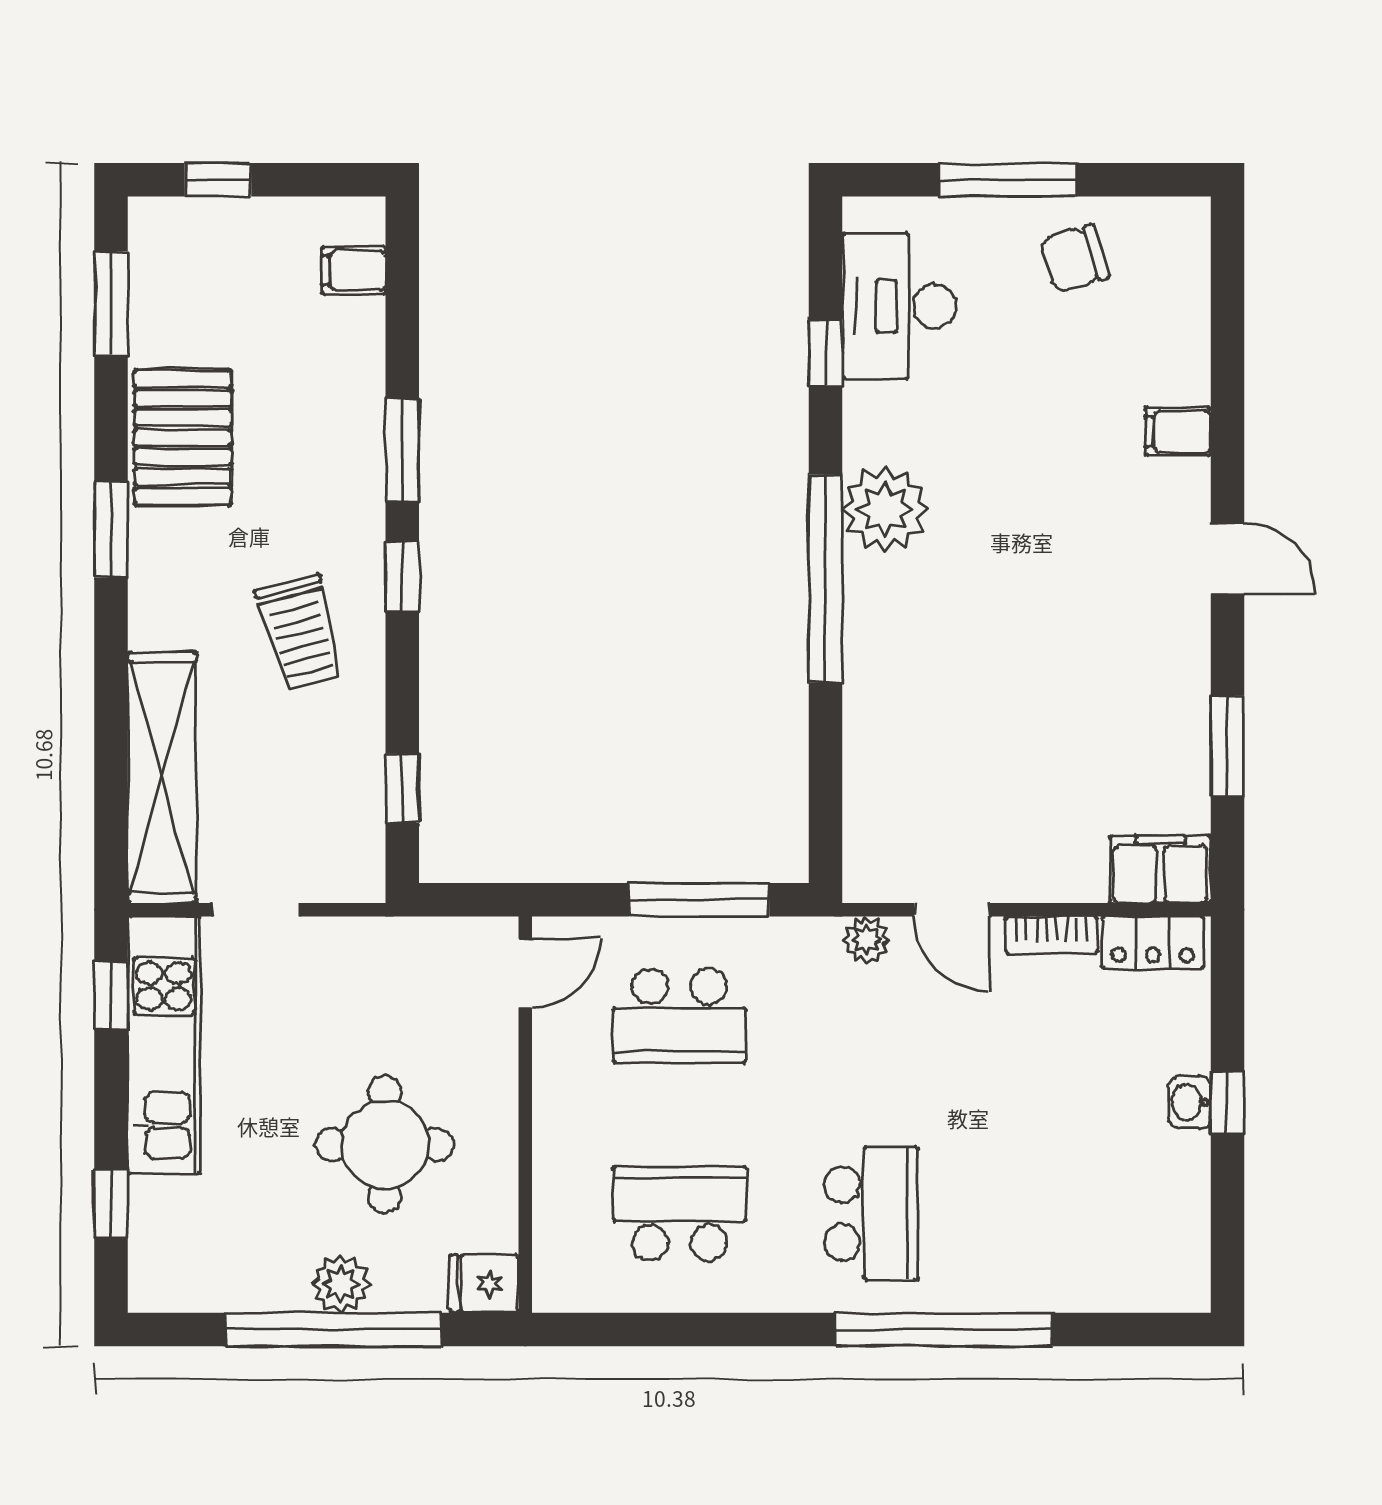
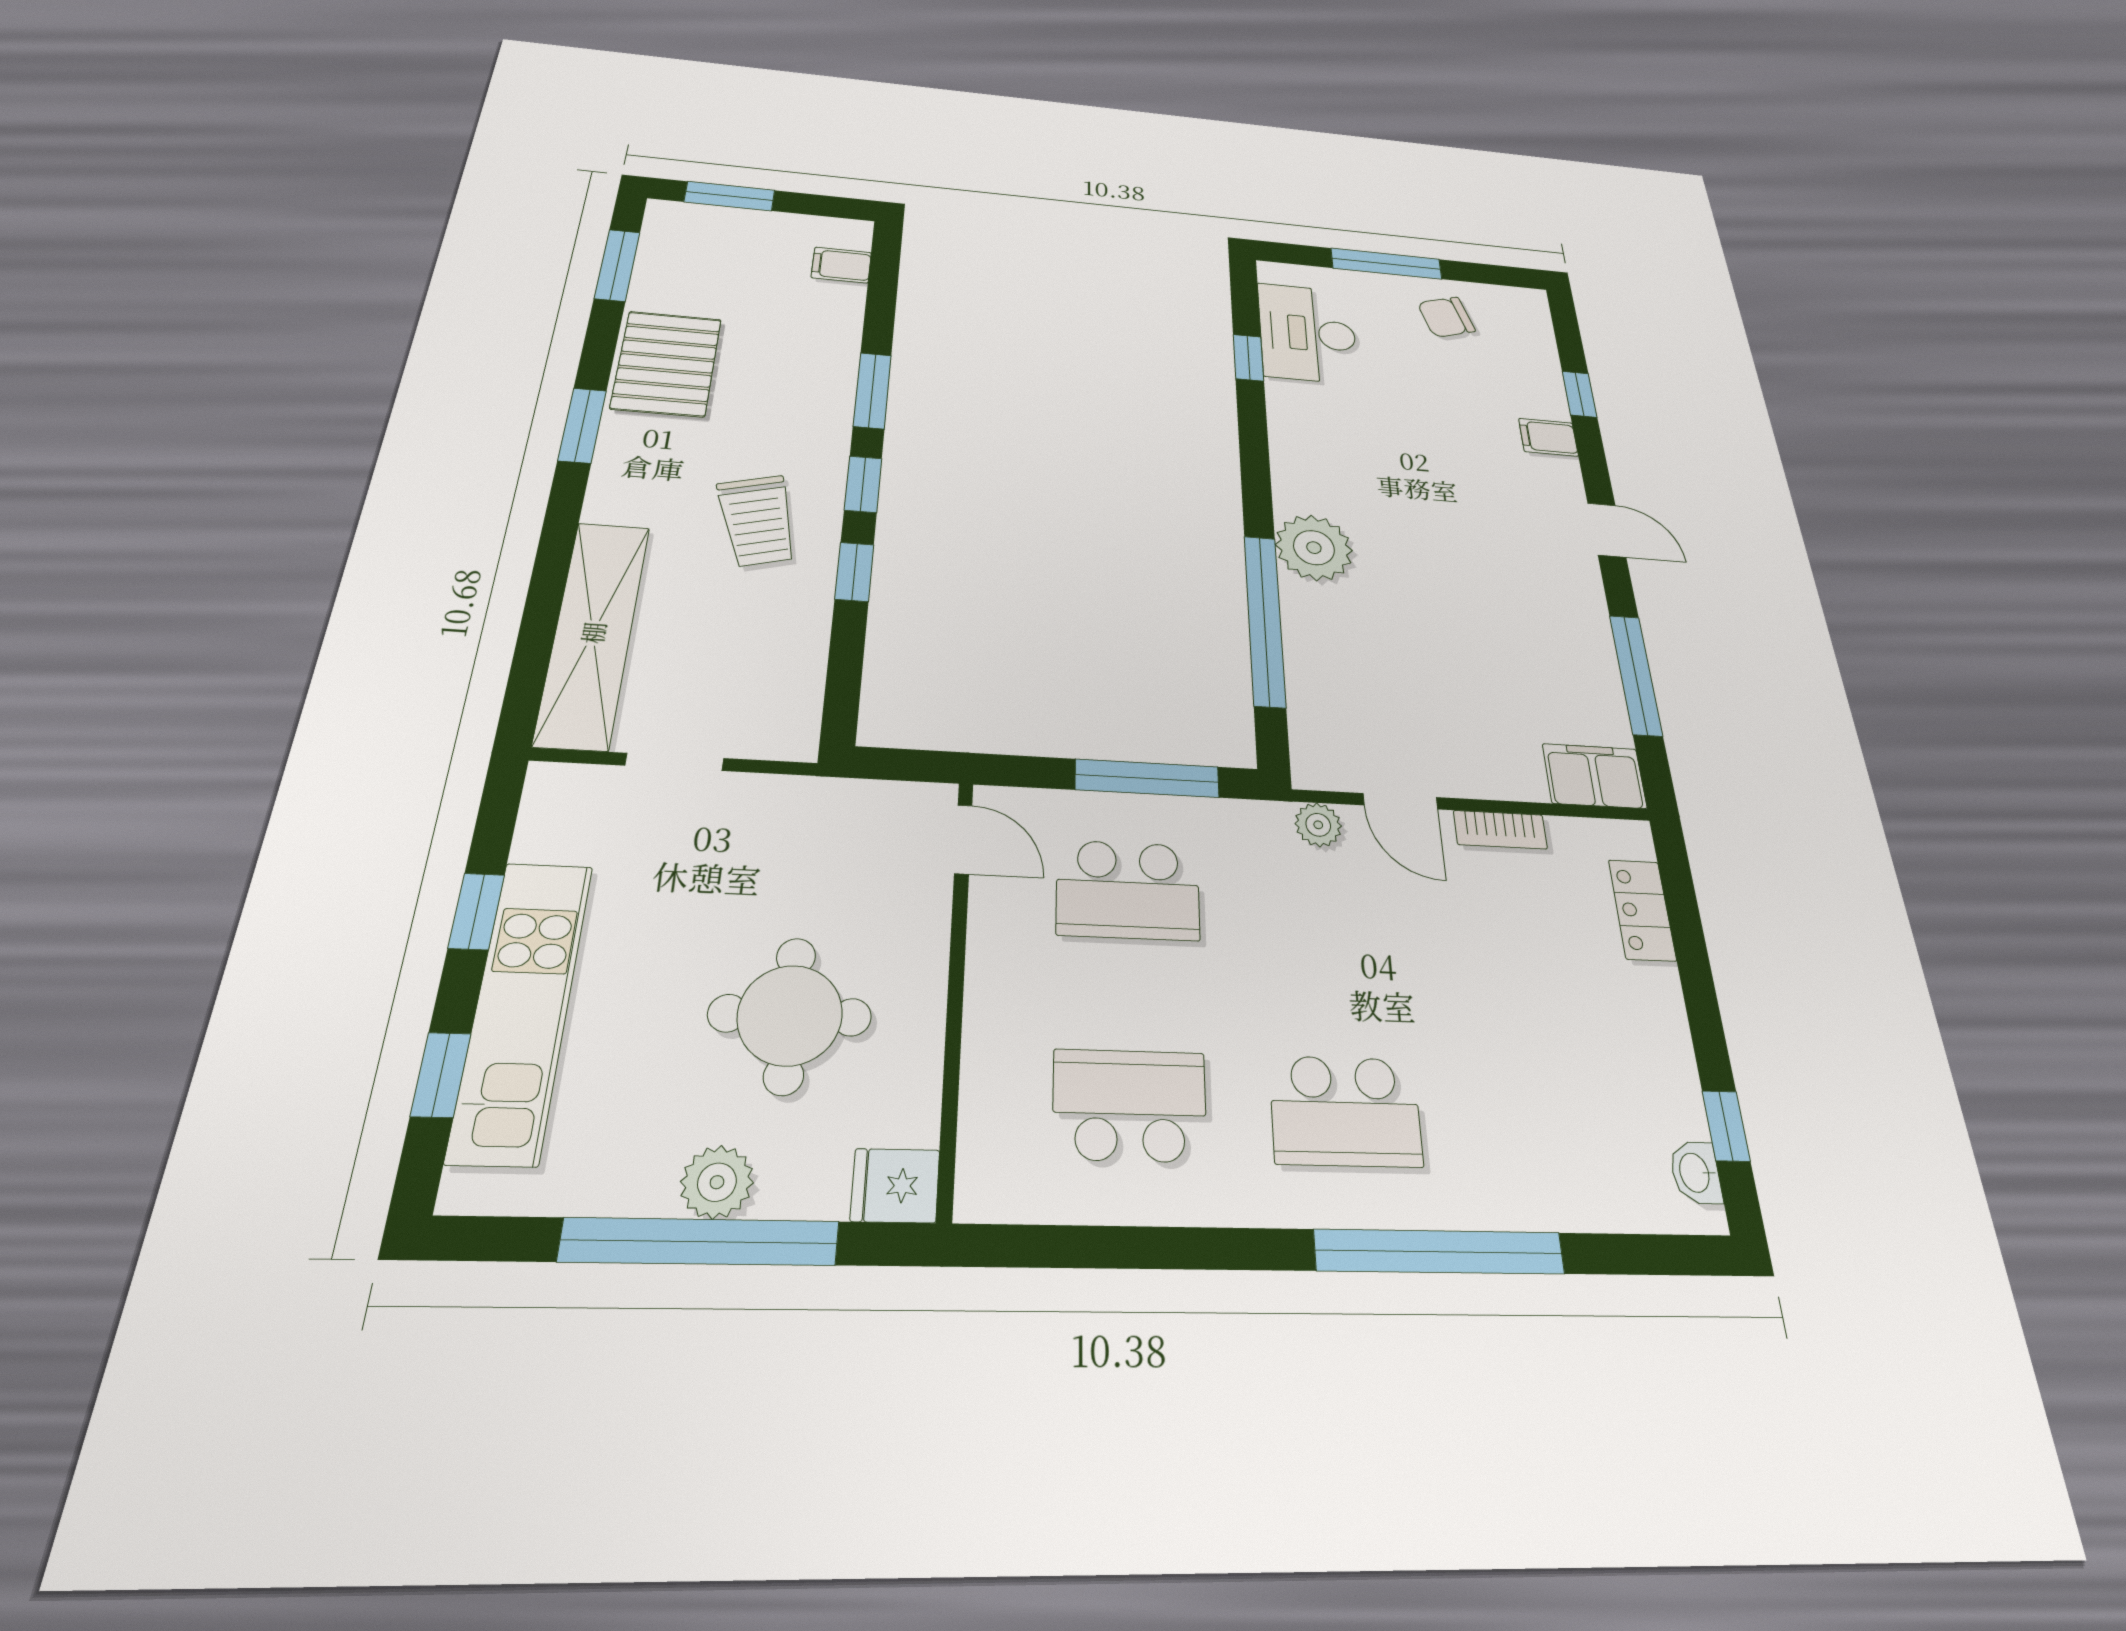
window: (218, 180) -> (730, 196), width x1.50
window: (1227, 362) -> (1579, 394), added
plant: (885, 509) -> (1314, 548), moved
window: (825, 578) -> (1265, 620), moved
window: (1227, 746) -> (1636, 675), width x1.44
window: (402, 788) -> (854, 572), moved
locker: (1153, 942) -> (1642, 910), moved, turned 90
door: (525, 973) -> (963, 839), hinge flipped
window: (111, 996) -> (476, 911), moved
kitchen unit: (164, 1045) -> (522, 1009), moved
washbasin: (1189, 1102) -> (1696, 1173), moved
window: (1227, 1103) -> (1726, 1126), moved
school desk: (871, 1214) -> (1346, 1111), turned 90

